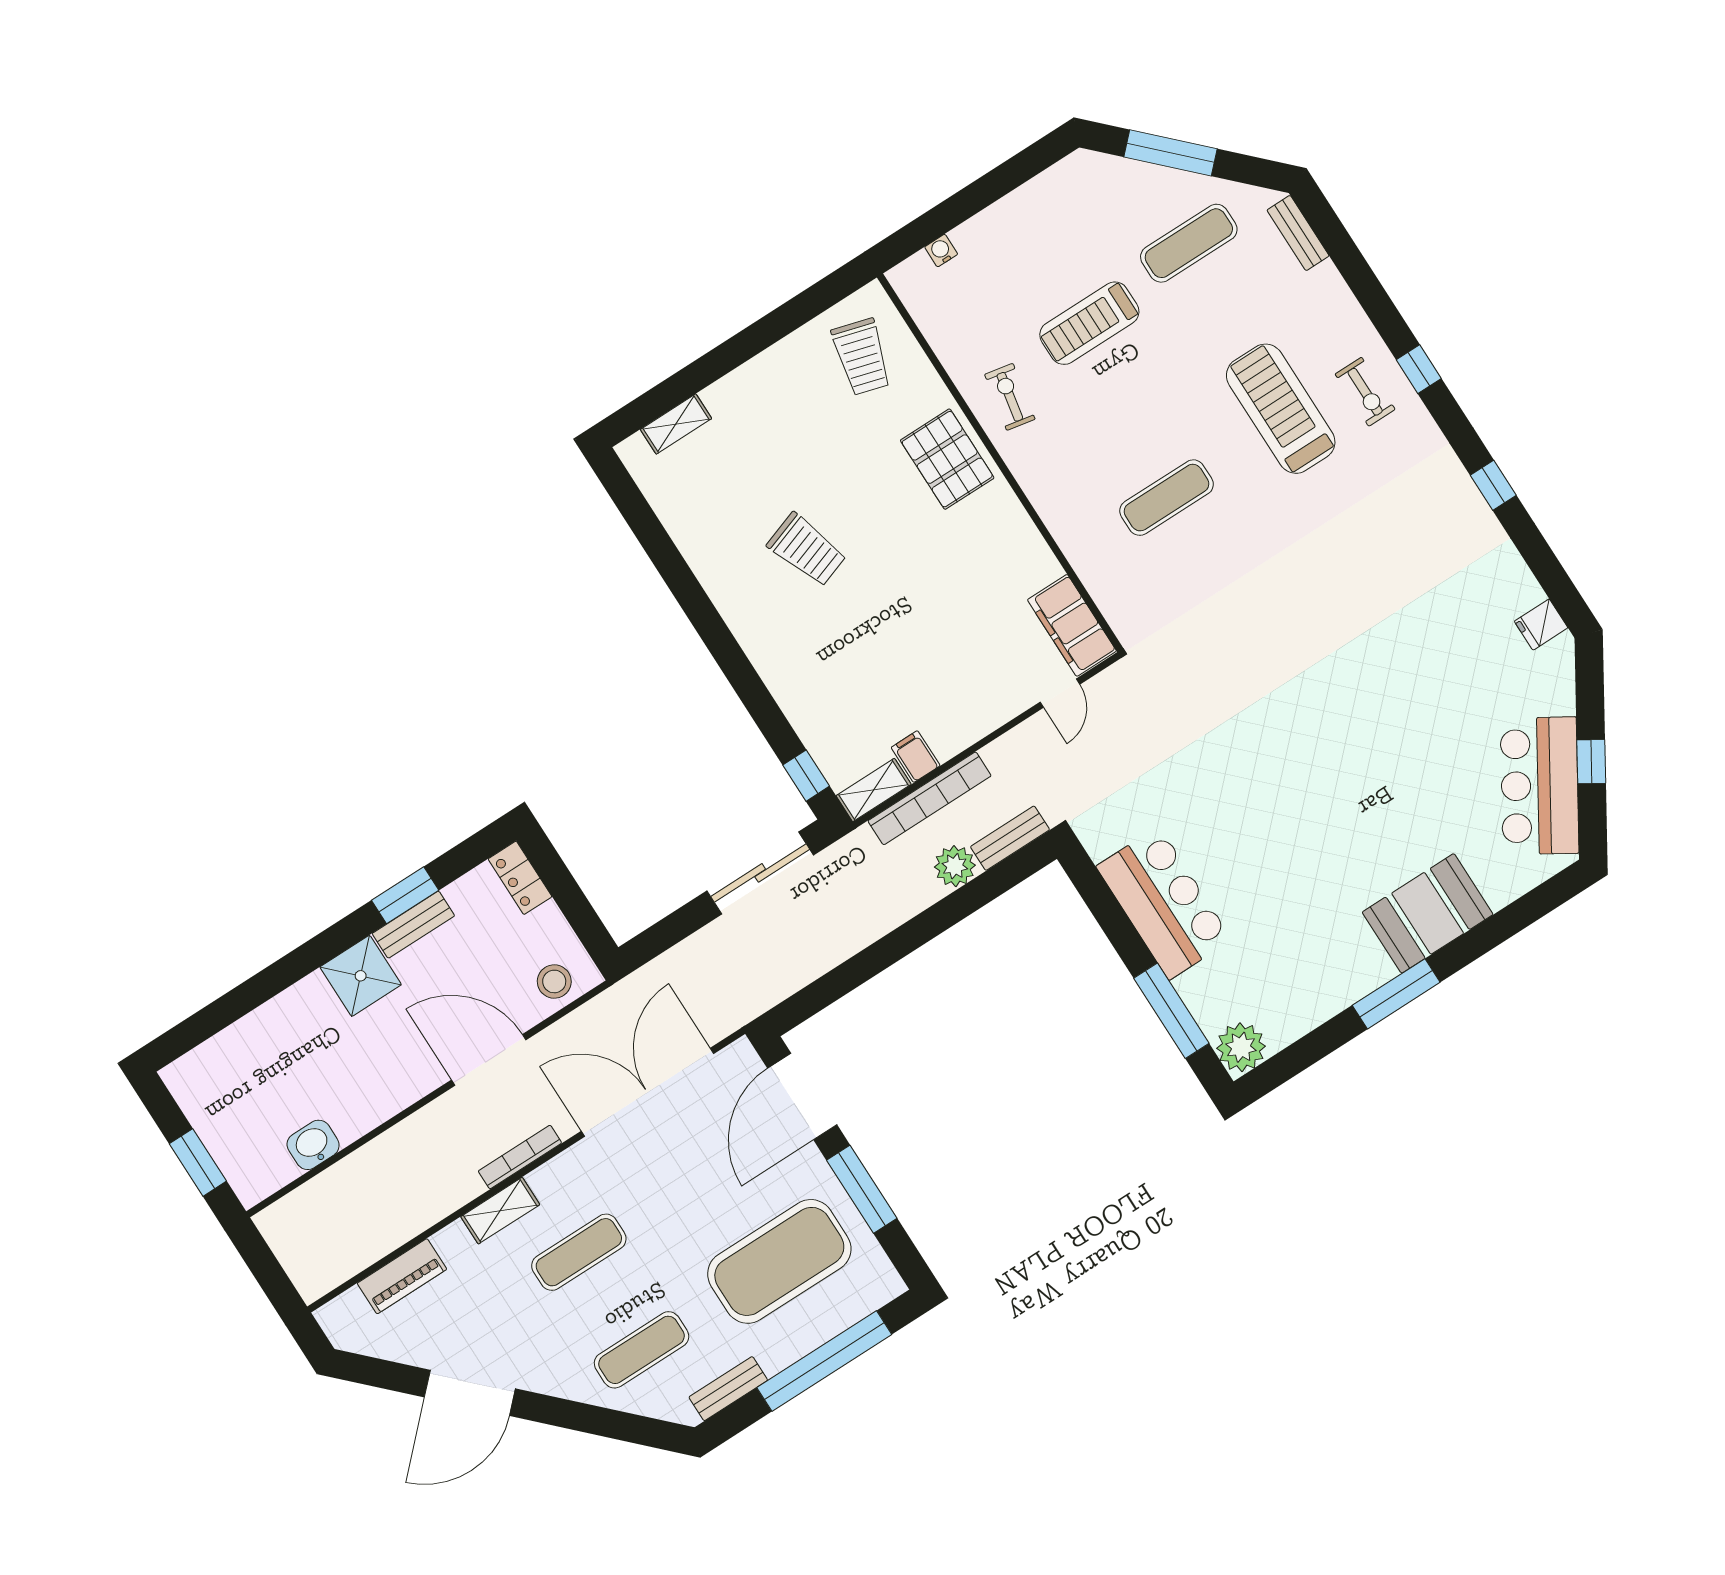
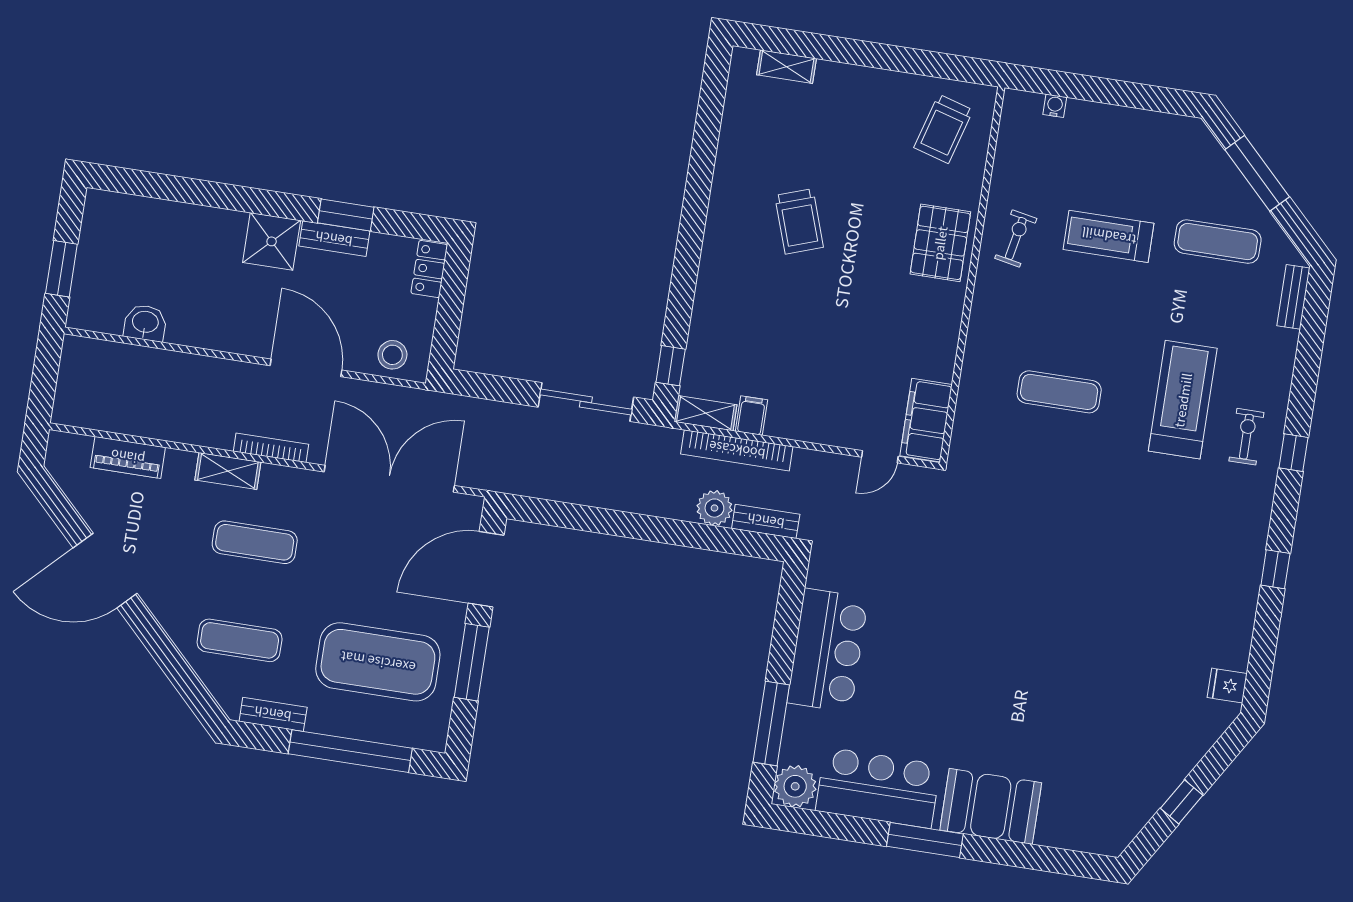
exercise bike: (1365, 392) -> (1246, 437), turned 180
bar counter: (1540, 786) -> (878, 788), moved, turned 58

